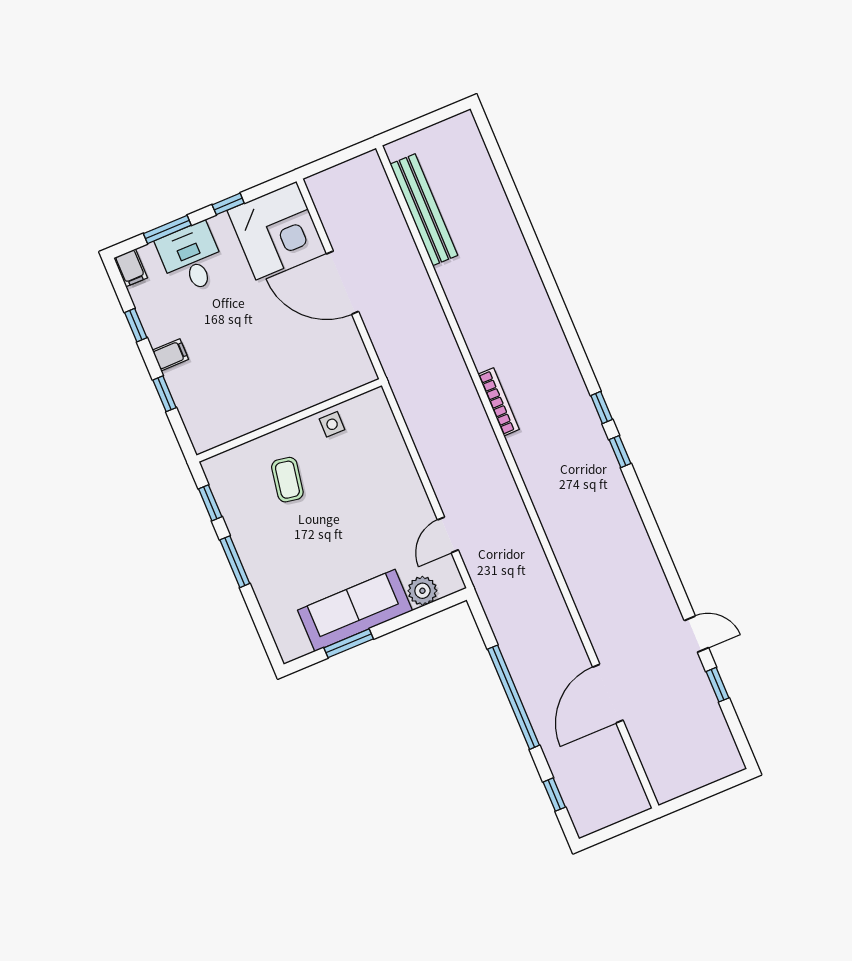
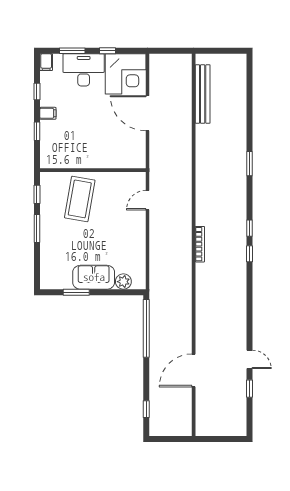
desk: (191, 258) -> (84, 70), width x1.37
window: (555, 296) -> (249, 164), added
bookcase: (499, 402) -> (200, 244), moved
side table: (332, 424) -> (113, 181), removed
coffee table: (287, 480) -> (80, 199), width x1.86, depth x1.72
door: (448, 535) -> (148, 200), moved
sofa: (355, 610) -> (94, 277), width x0.73
window: (514, 697) -> (146, 328), moved

